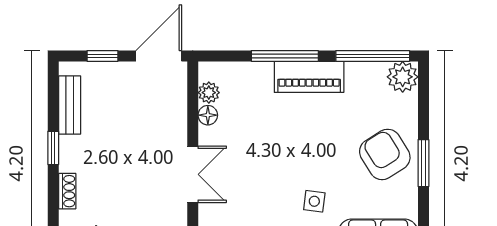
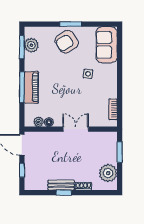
window: (373, 56) -> (22, 47), width x0.69
piano: (309, 77) -> (31, 87), moved
plant: (403, 77) -> (31, 45), moved
bench: (70, 105) -> (61, 185), moved

